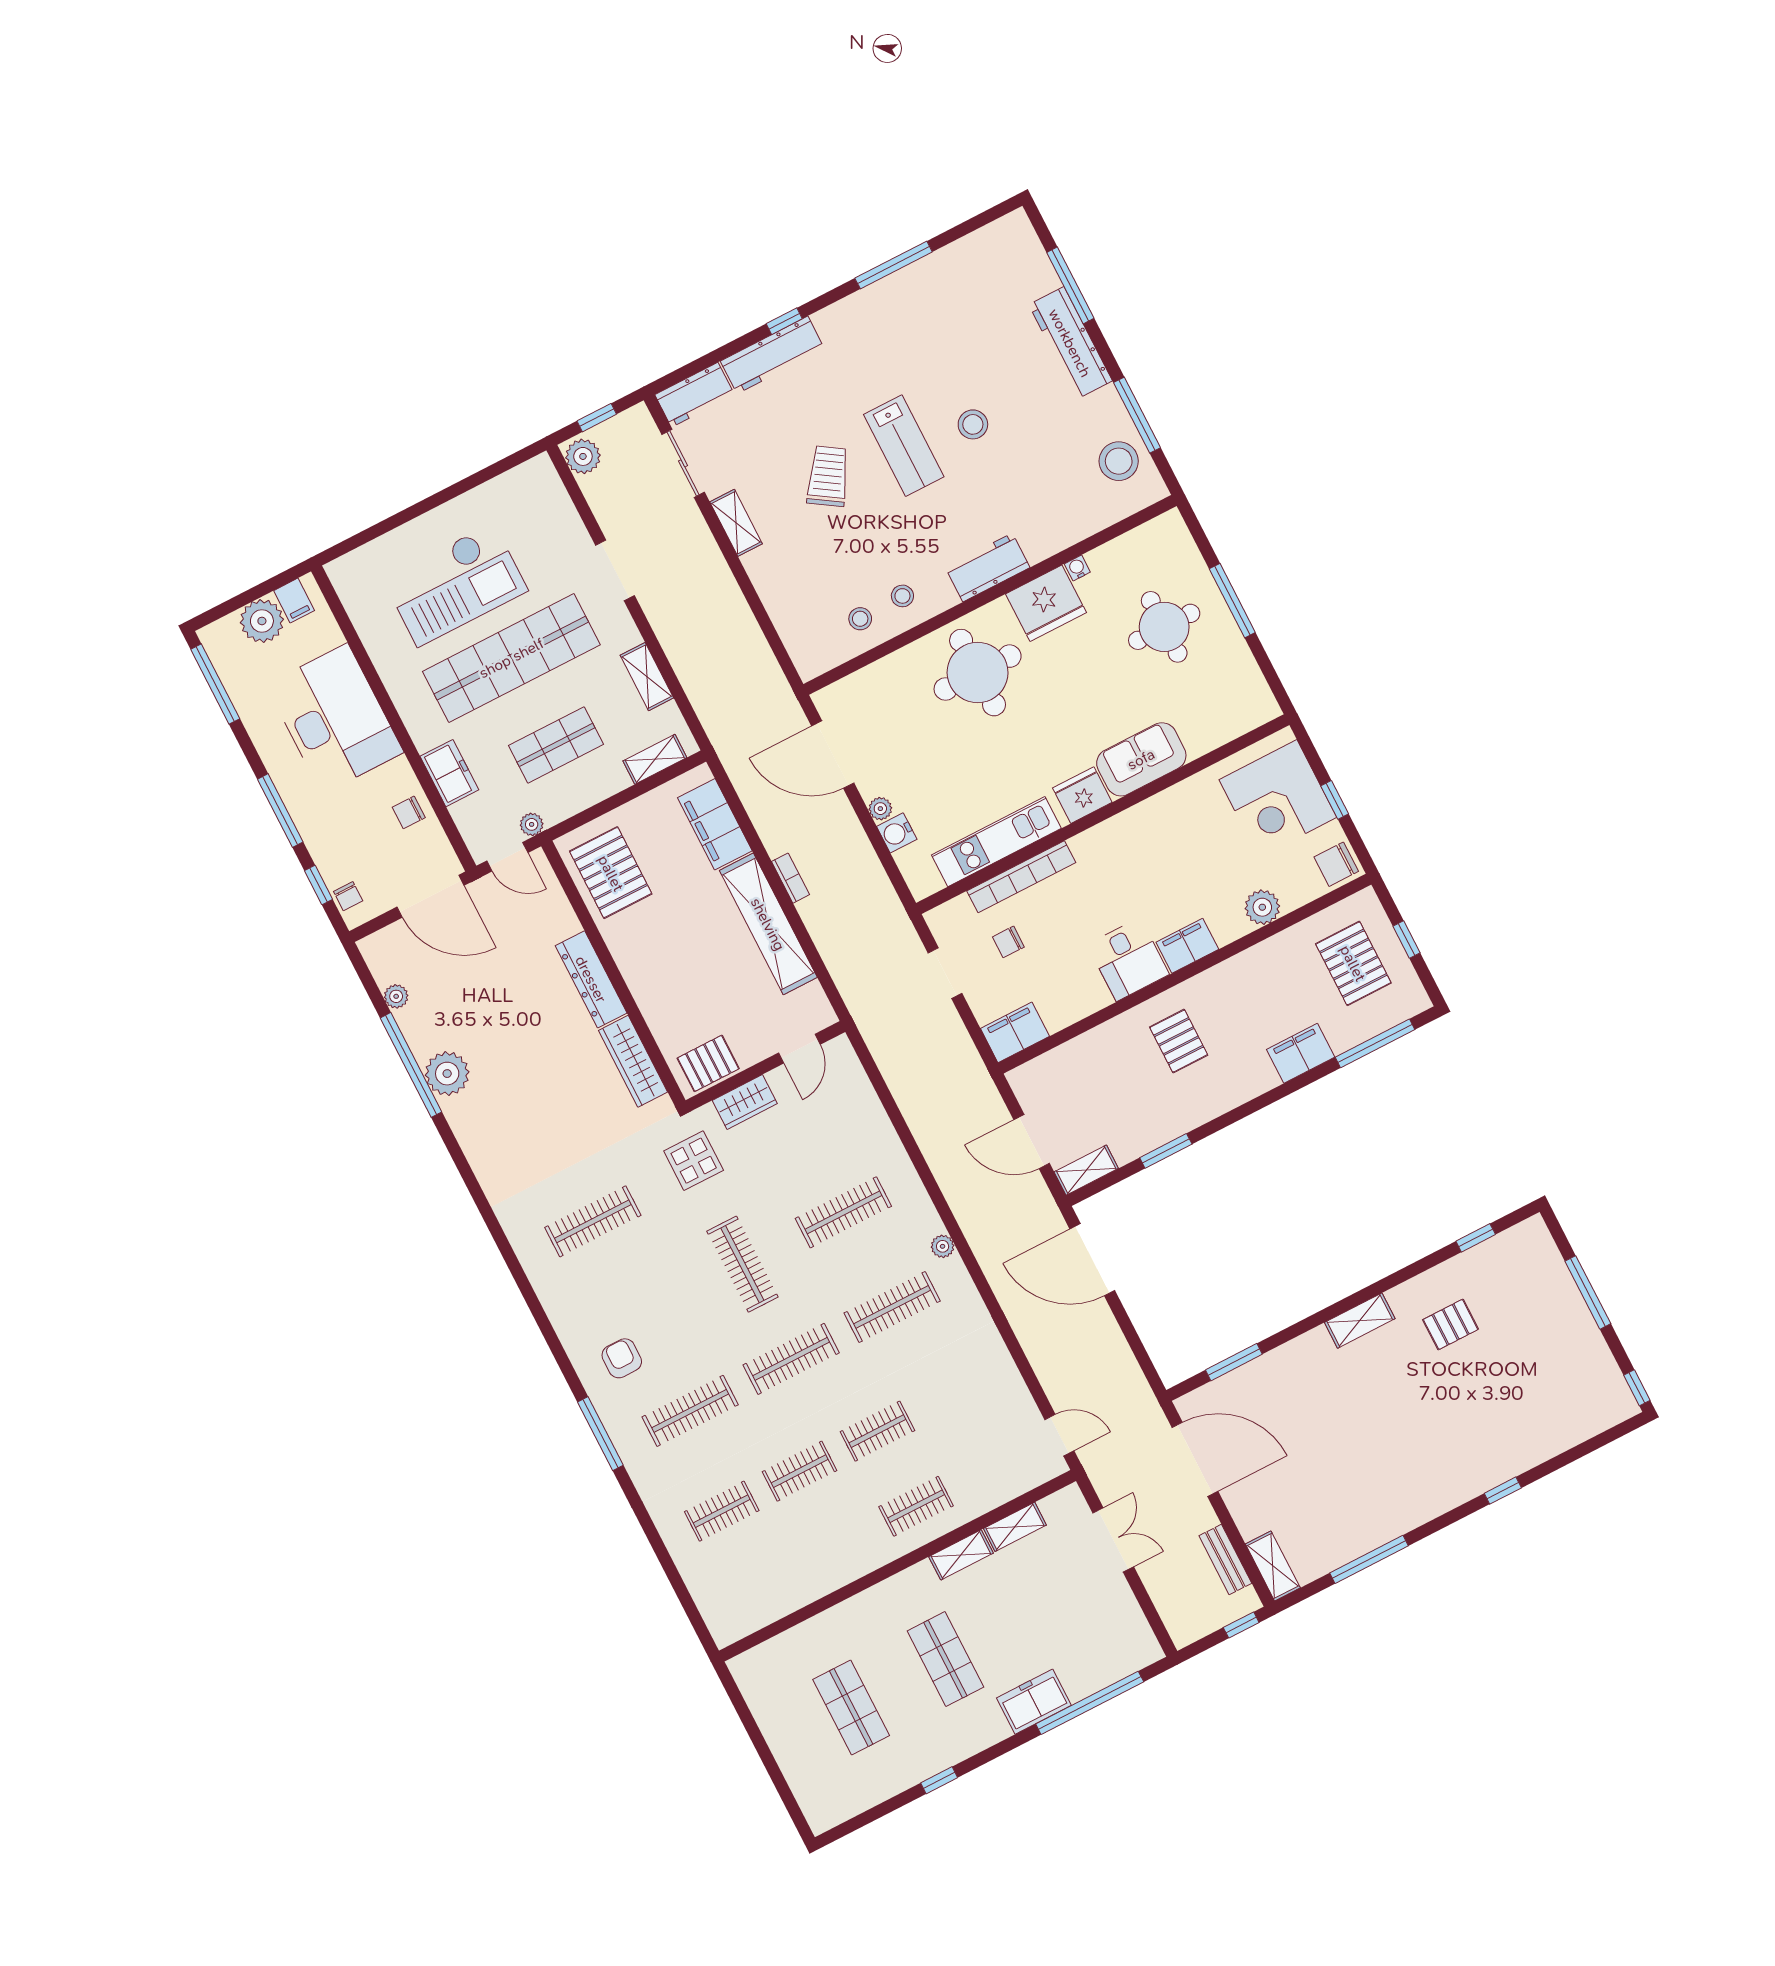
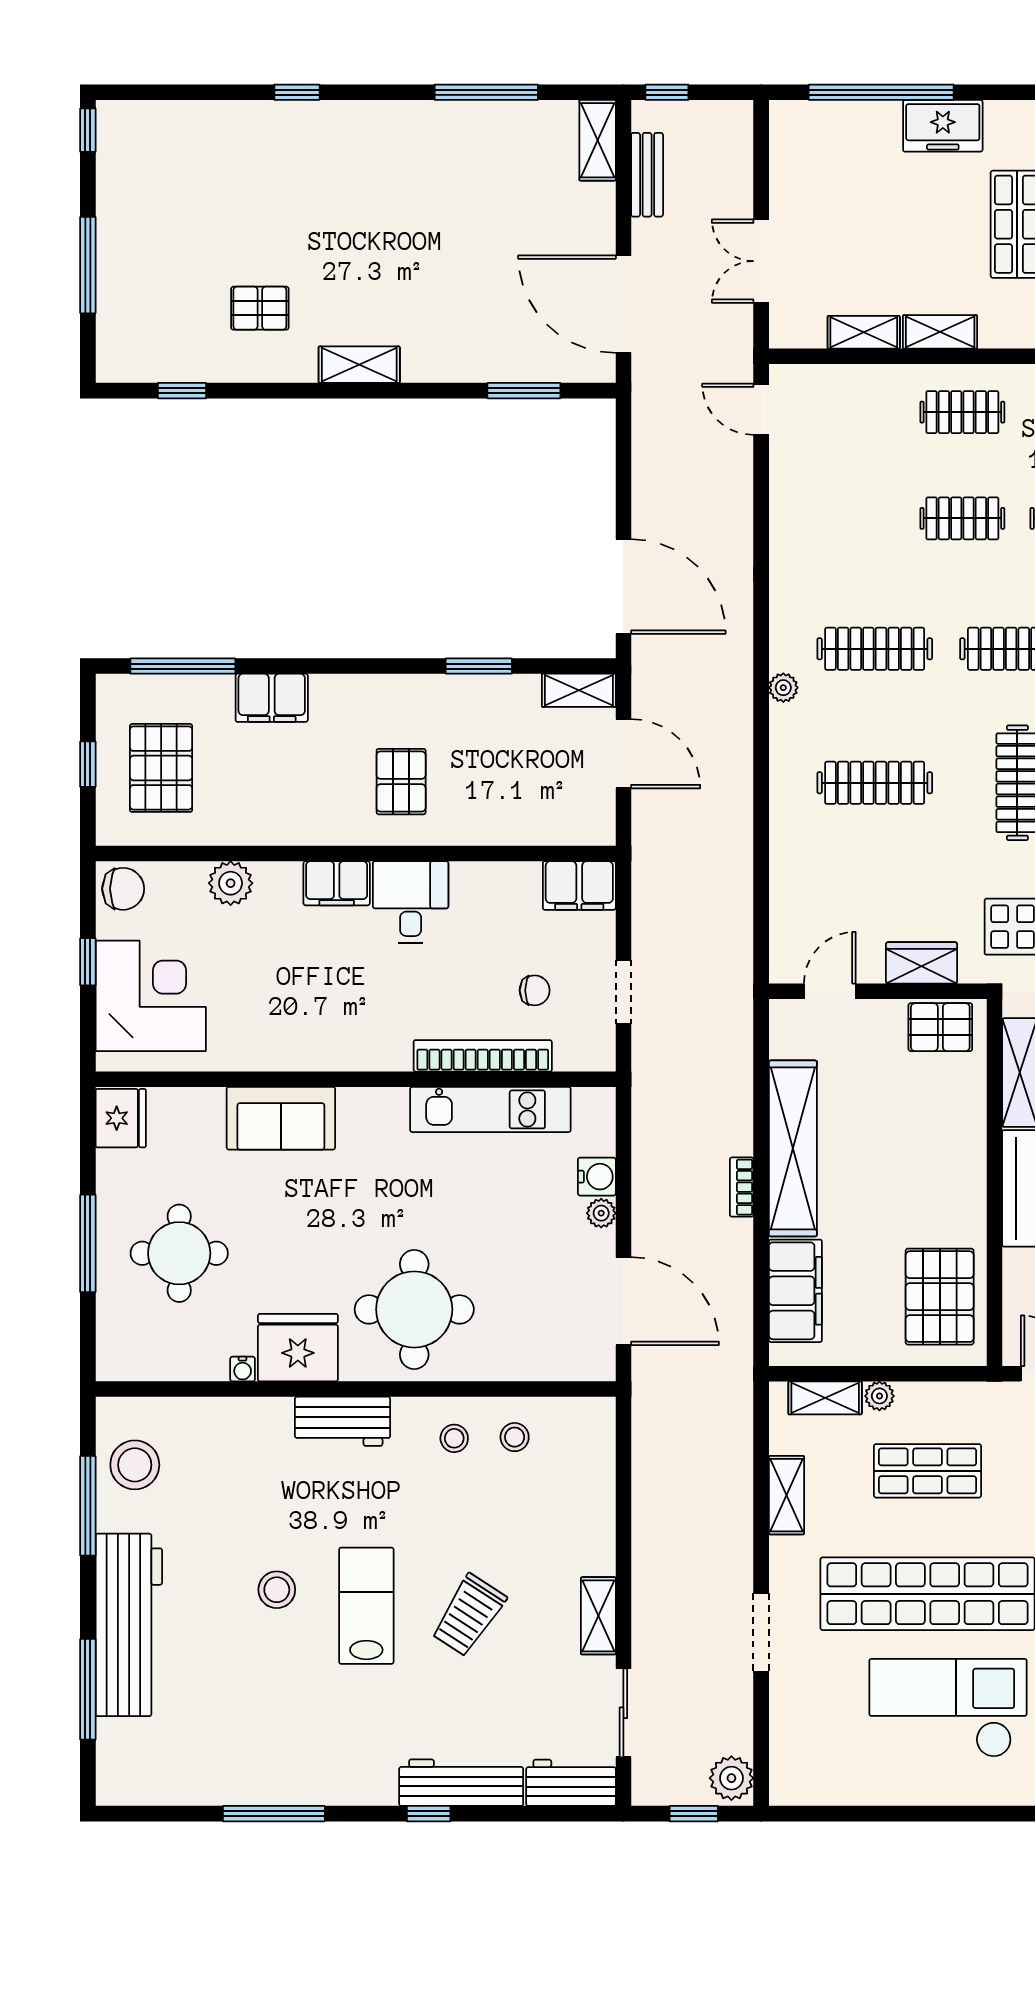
workbench: (1070, 343) -> (129, 1625), width x1.36, depth x1.32
fridge: (1082, 795) -> (121, 1118), moved, turned -90
plant: (532, 824) -> (879, 1396), moved

